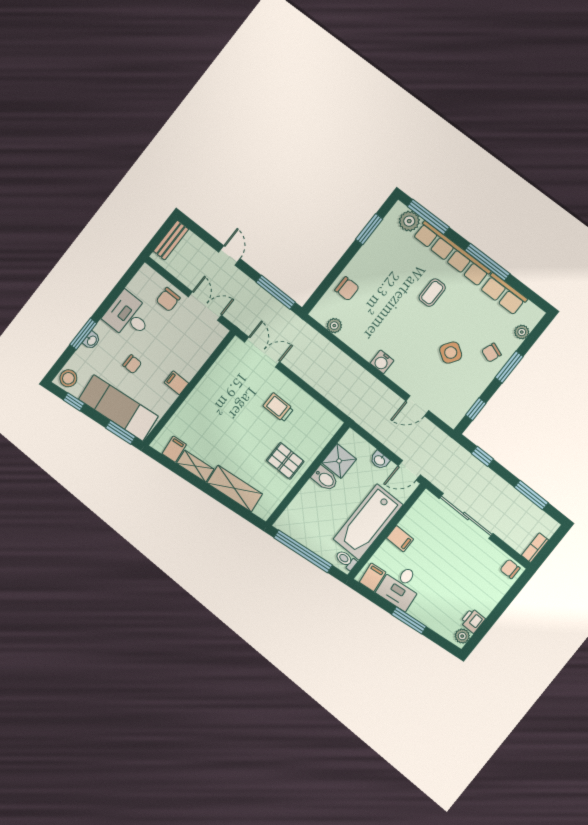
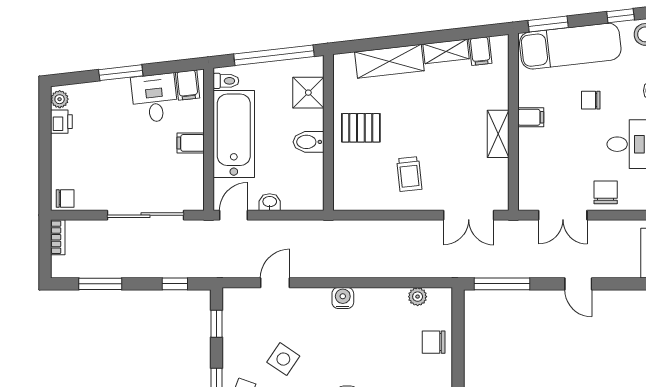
shelving: (204, 388) -> (498, 134), added
trolley: (278, 407) -> (409, 174), turned 84
shower: (339, 461) -> (308, 93), moved

